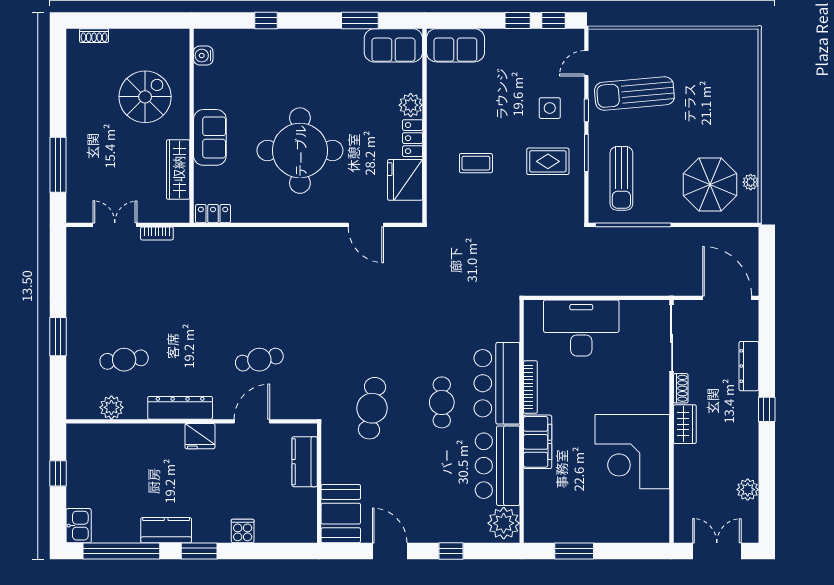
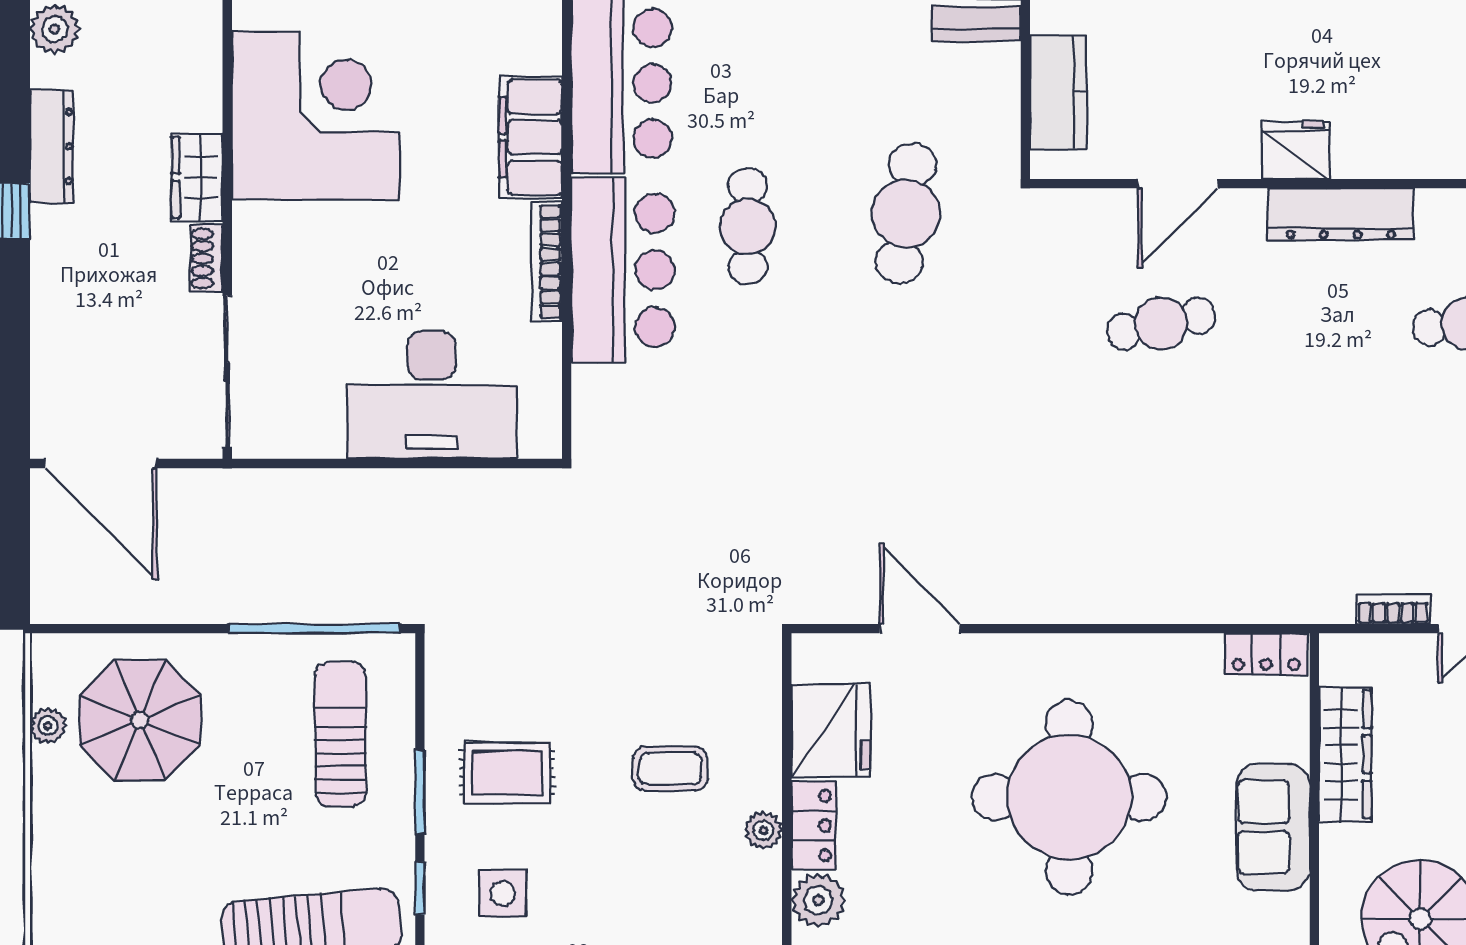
plant: (435, 136) -> (764, 830), added
dresser: (749, 366) -> (52, 146), moved

